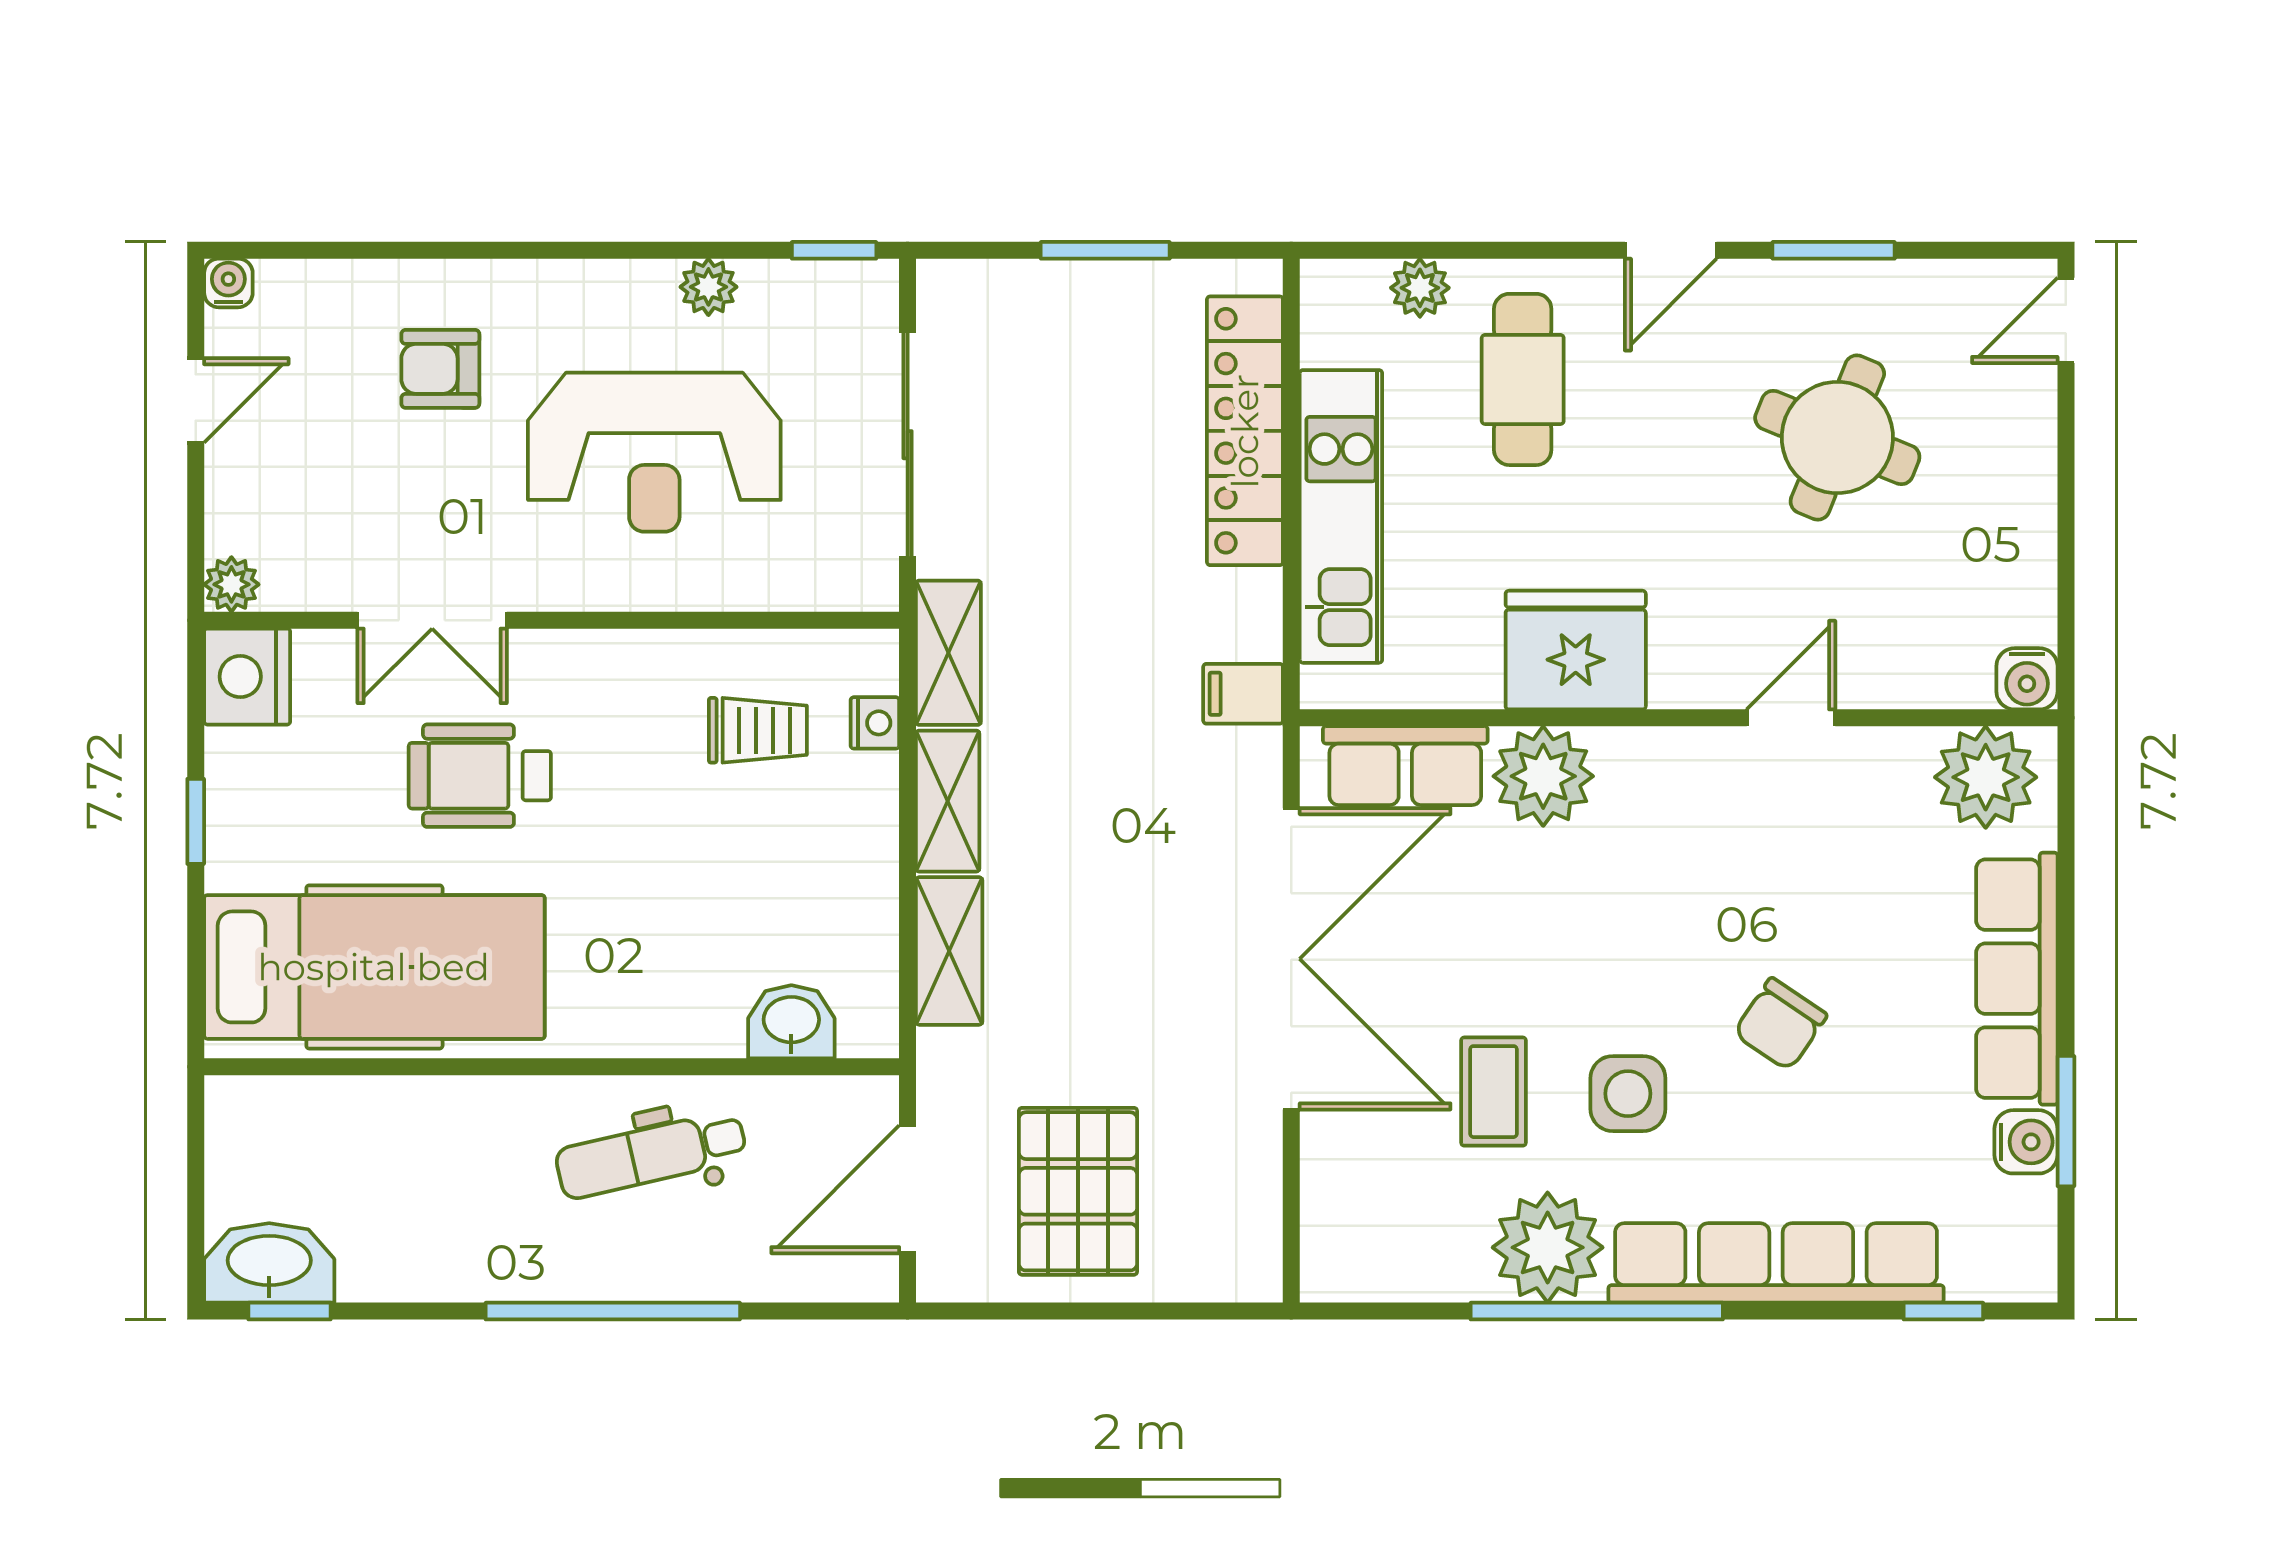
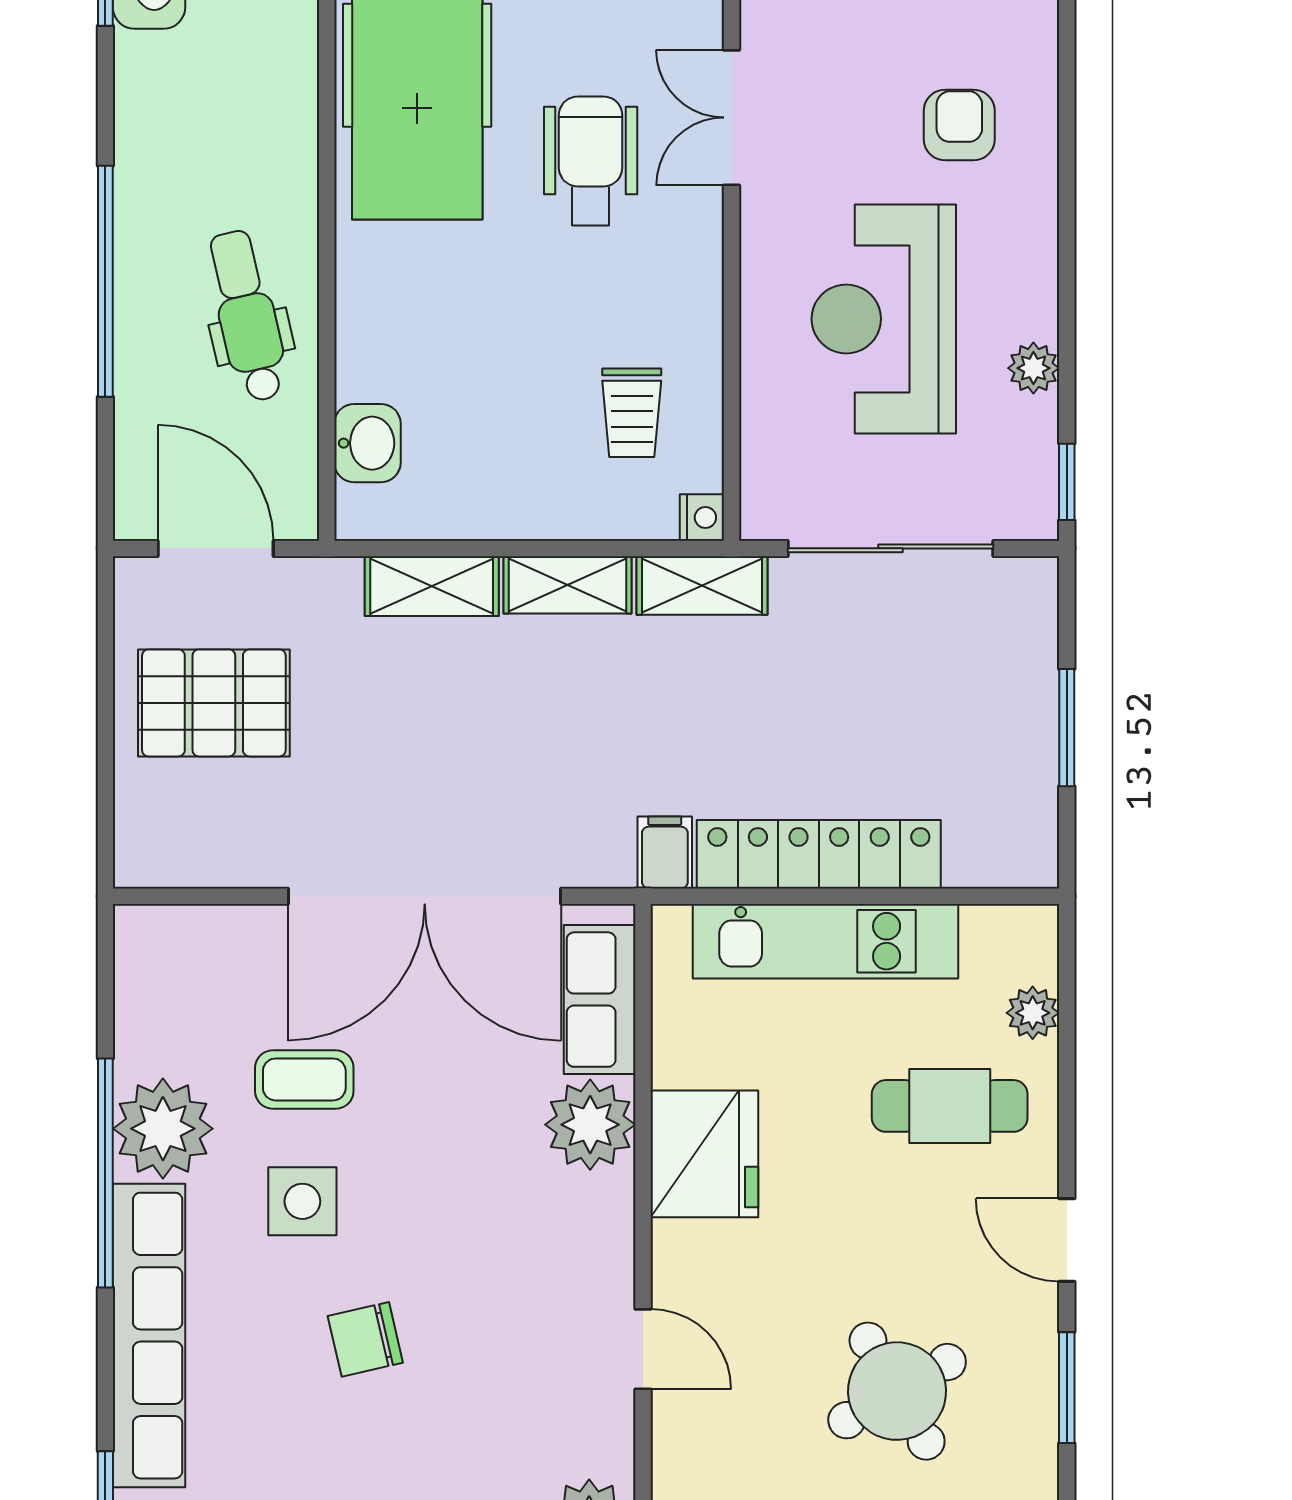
locker: (1245, 431) -> (819, 854), moved
round table: (1837, 437) -> (897, 1391), turned 38
nightstand: (875, 723) -> (702, 518), moved, turned -90
chair: (1780, 1024) -> (365, 1339), turned -47

